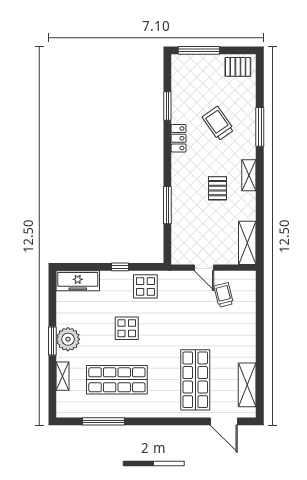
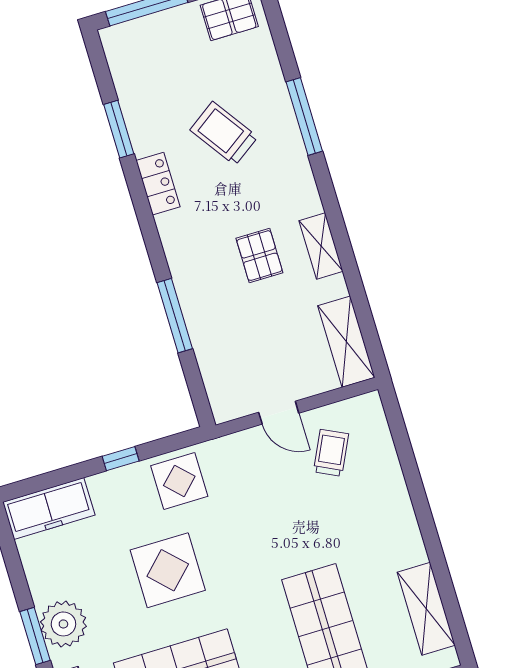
shelving: (249, 175) -> (321, 246), moved
trolley: (224, 295) -> (331, 453), turned 40
display table: (127, 328) -> (168, 570), width x1.36, depth x1.36

